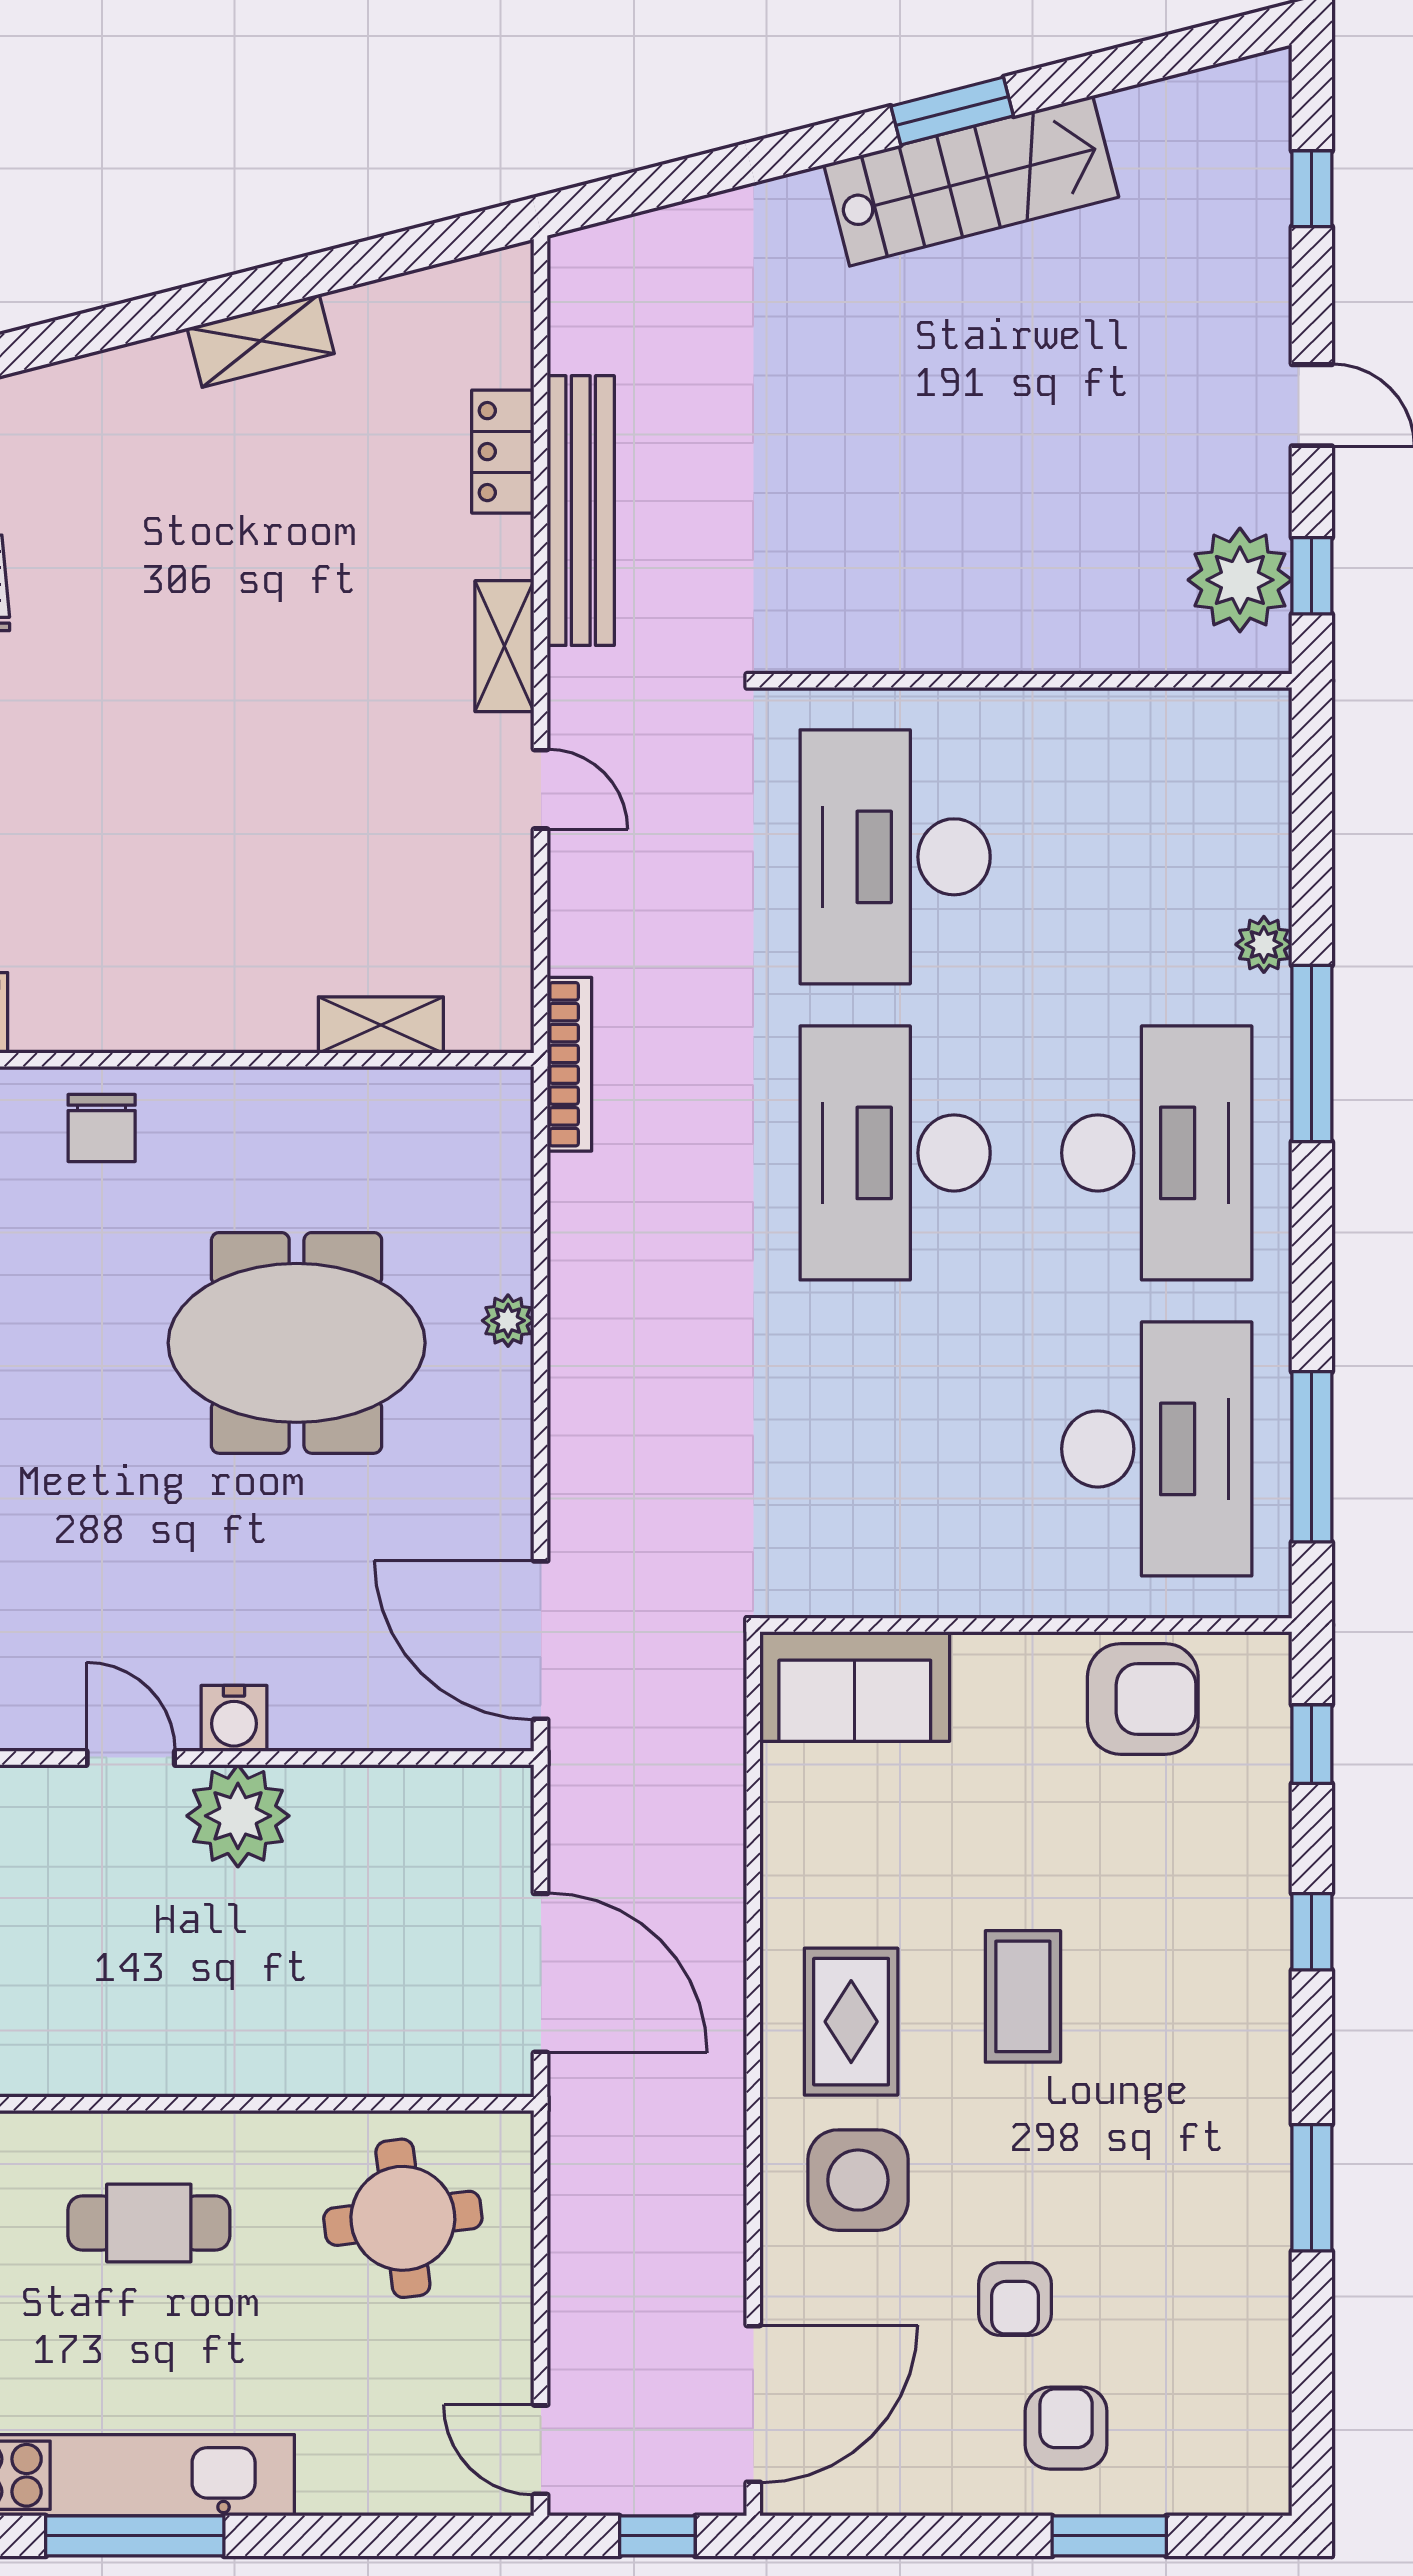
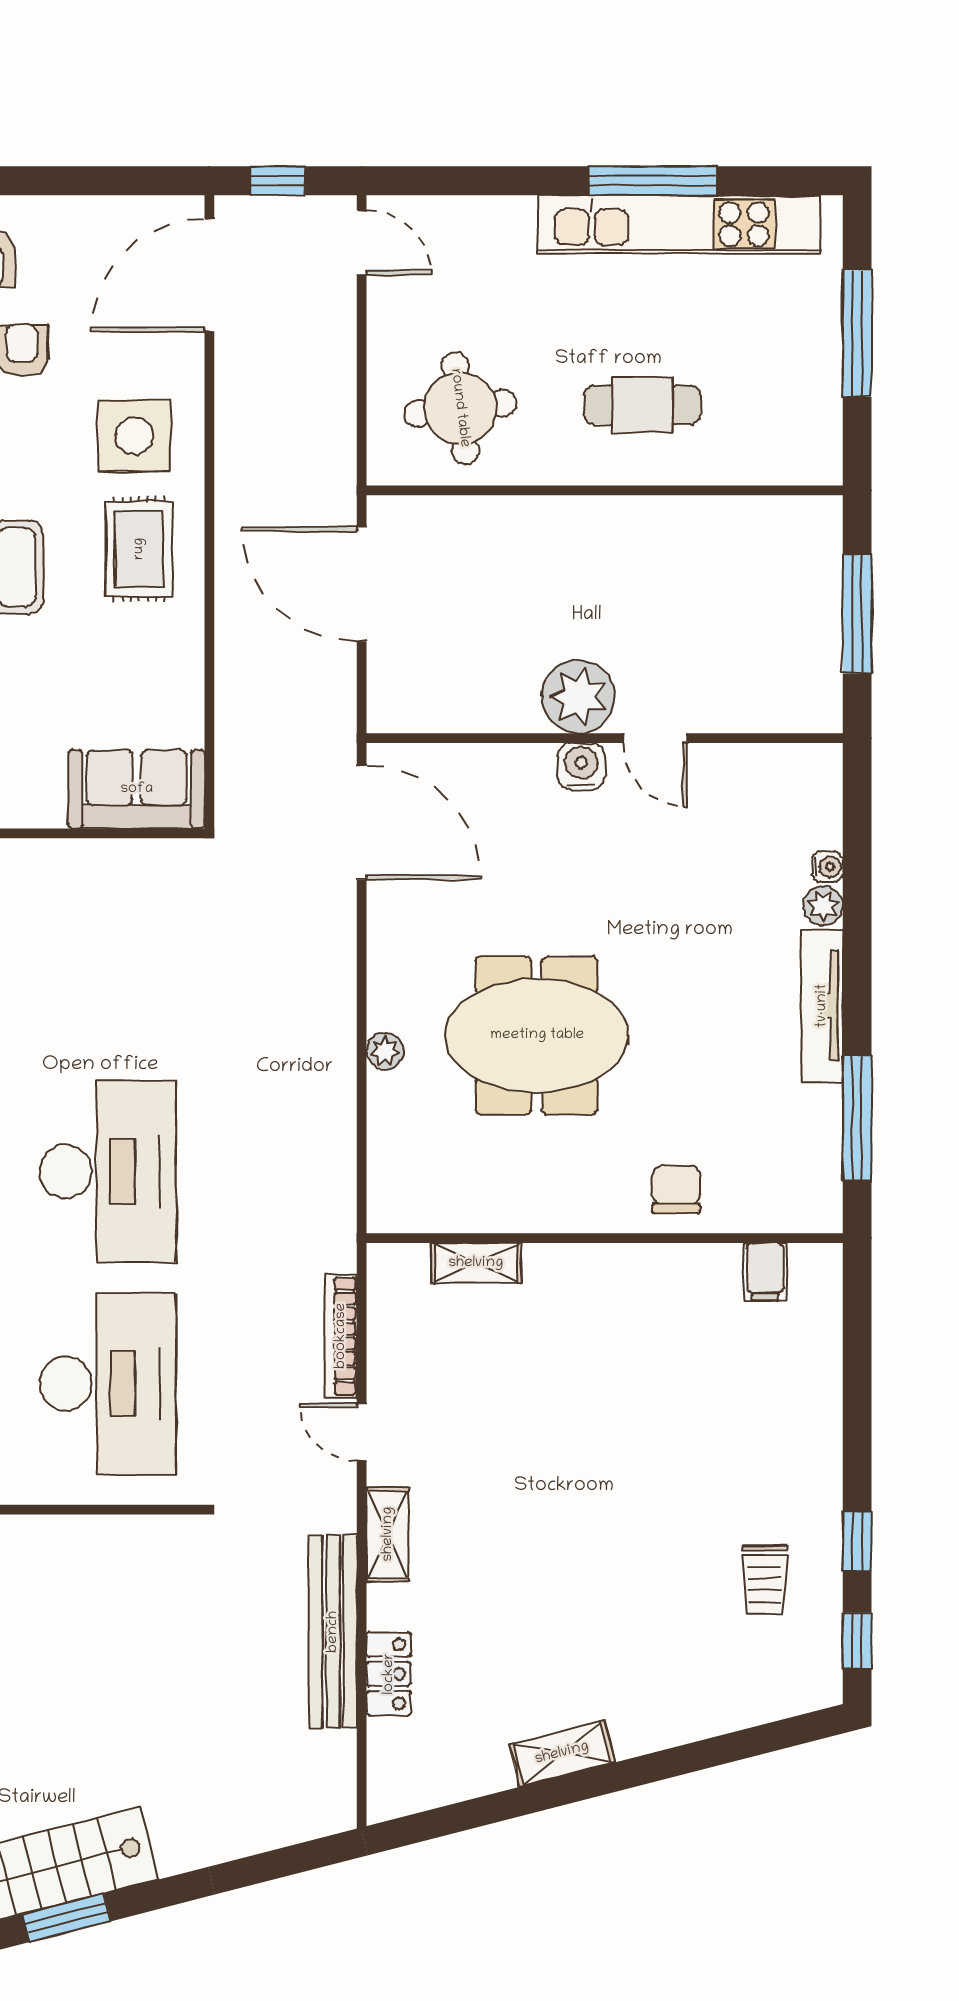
bookcase: (569, 1064) -> (341, 1336), moved

